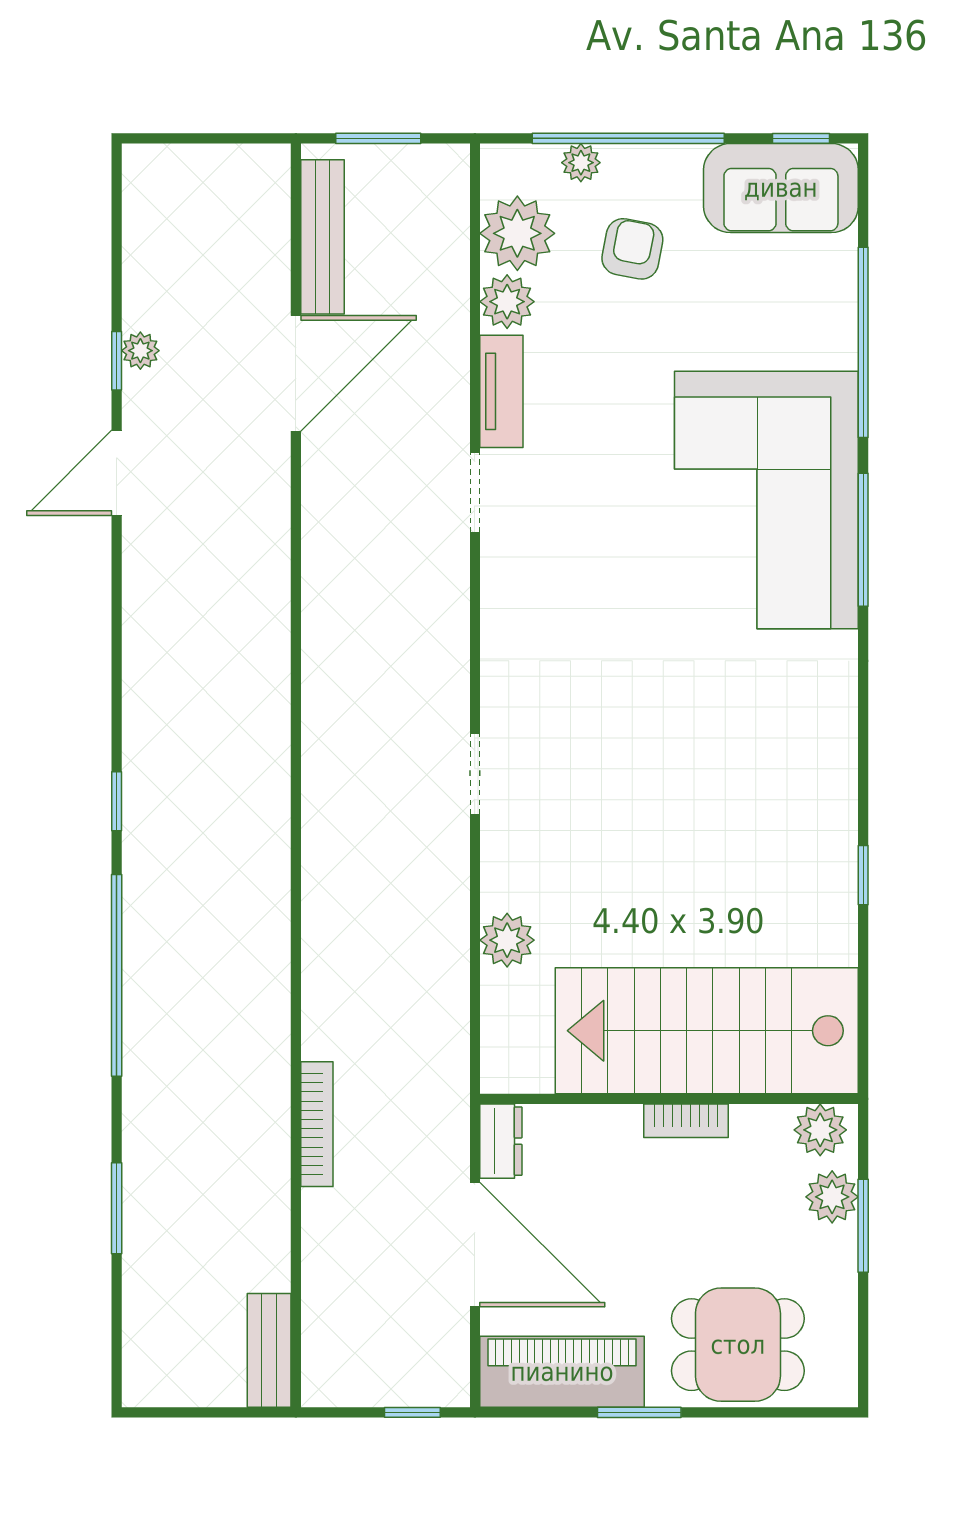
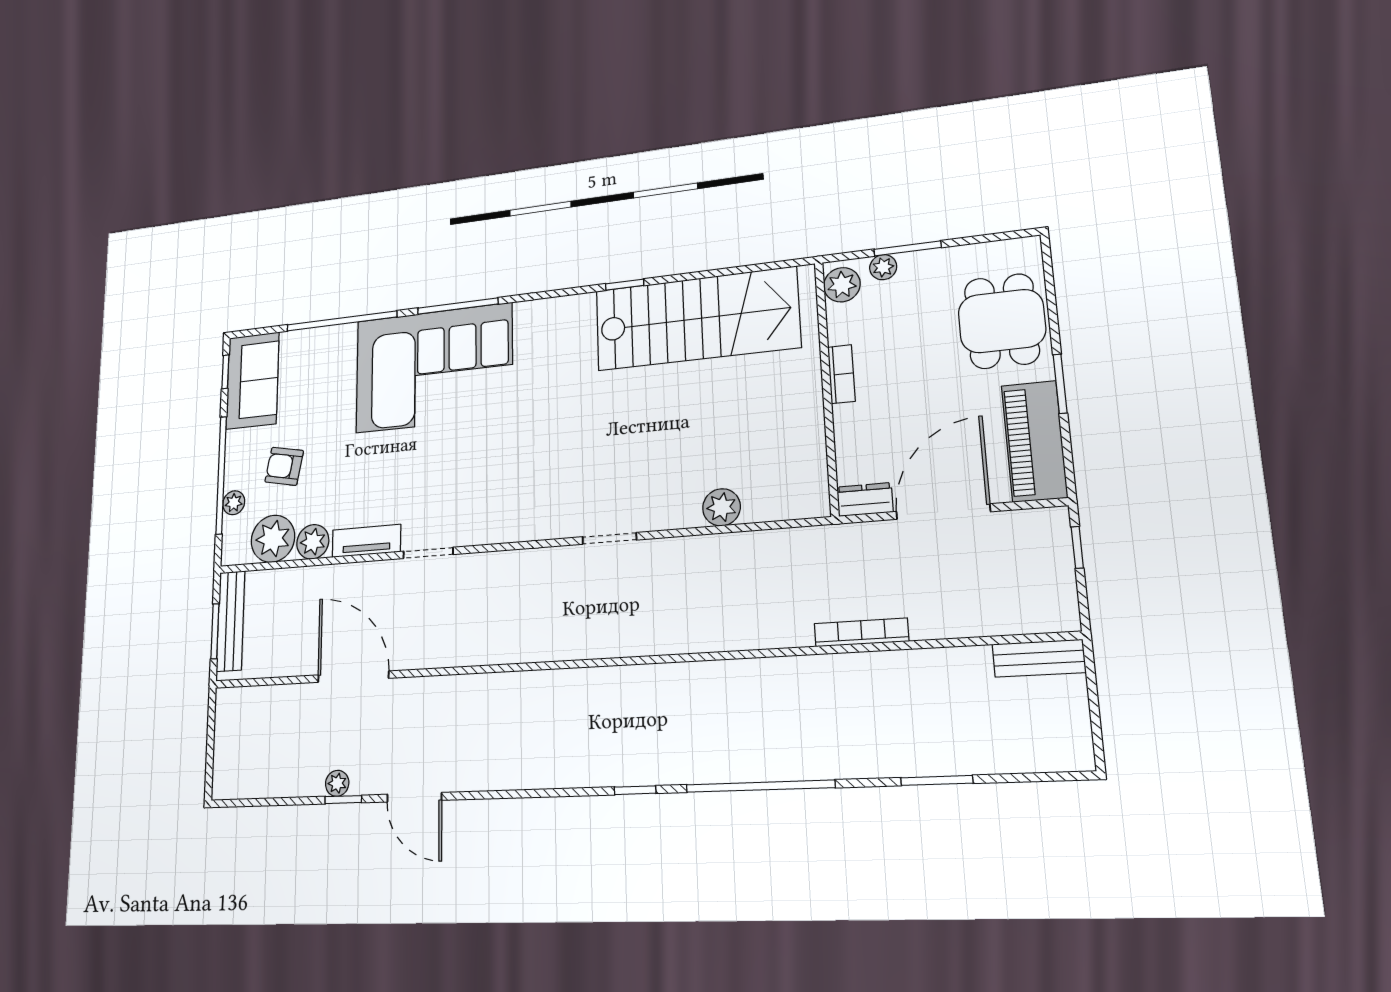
bench: (322, 237) -> (231, 621), moved, turned 90
window: (863, 875) -> (625, 285), moved
stairs: (707, 1031) -> (696, 319), moved, turned -90
plant: (832, 1197) -> (883, 267), width x0.73, depth x0.73

